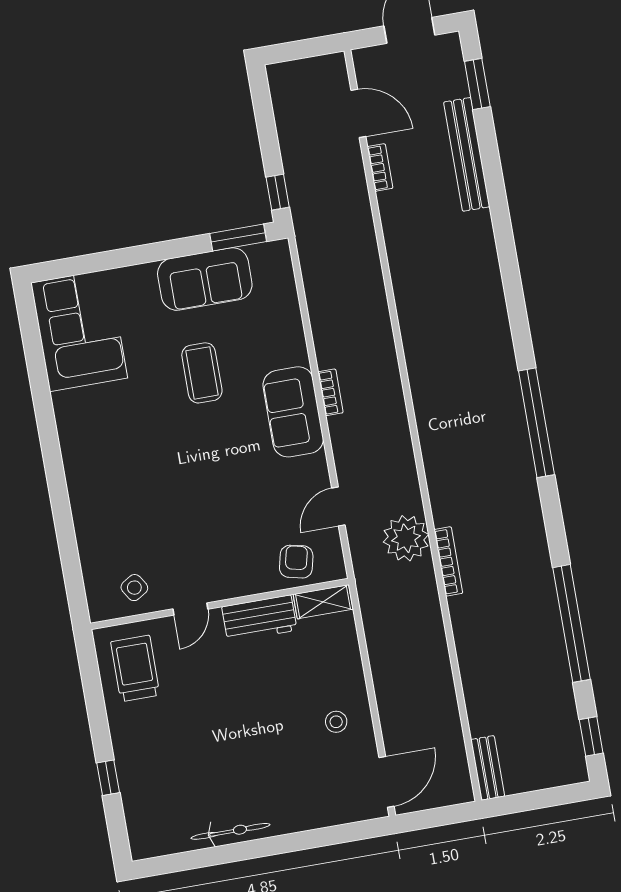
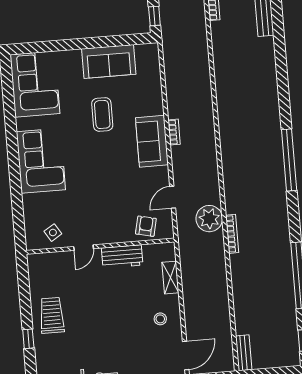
window: (238, 238) -> (130, 40), removed
corner sofa: (102, 464) -> (41, 161), added
shelving: (323, 602) -> (170, 278), moved, turned 90
trolley: (135, 668) -> (52, 315), moved

